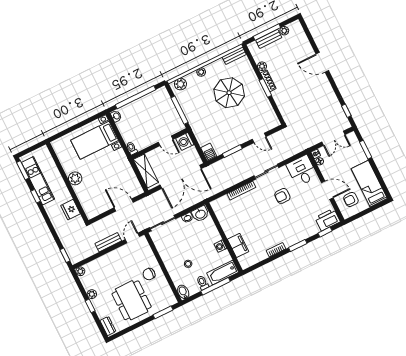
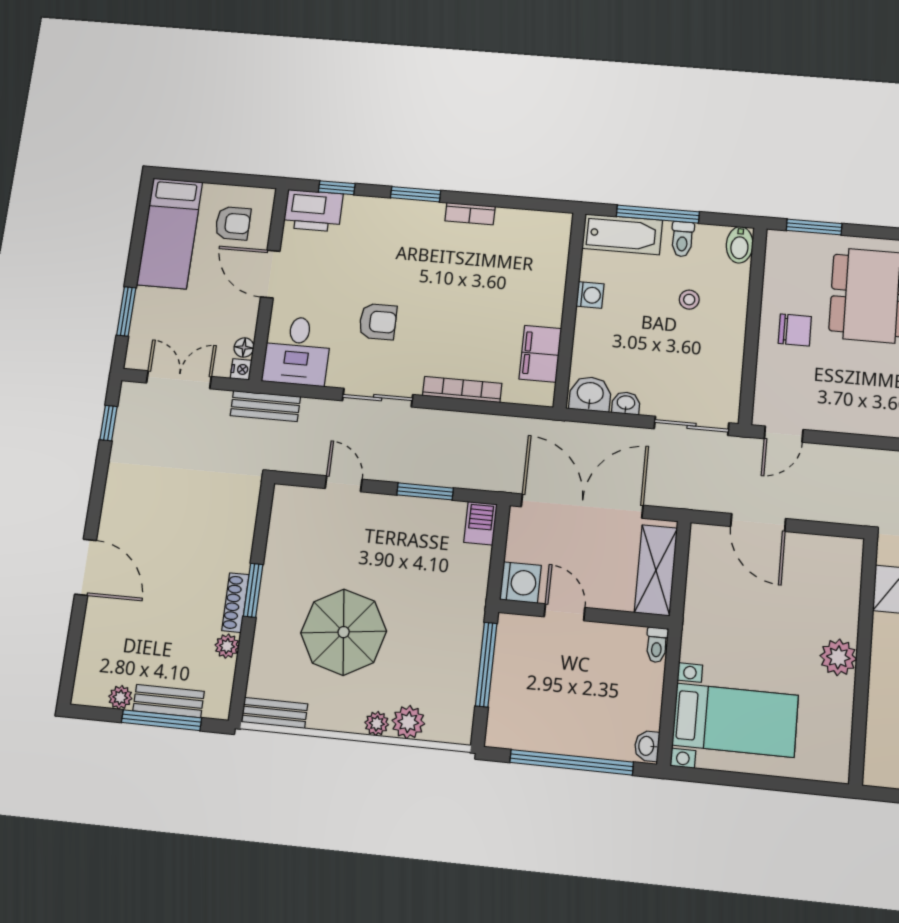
plant: (180, 84) -> (408, 722), moved
bench: (108, 242) -> (265, 406), moved
filing cabinet: (238, 245) -> (540, 354), moved

